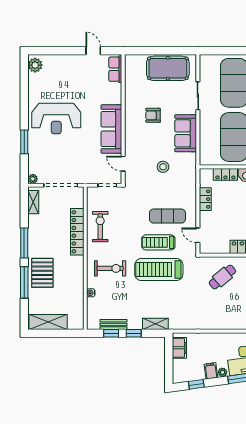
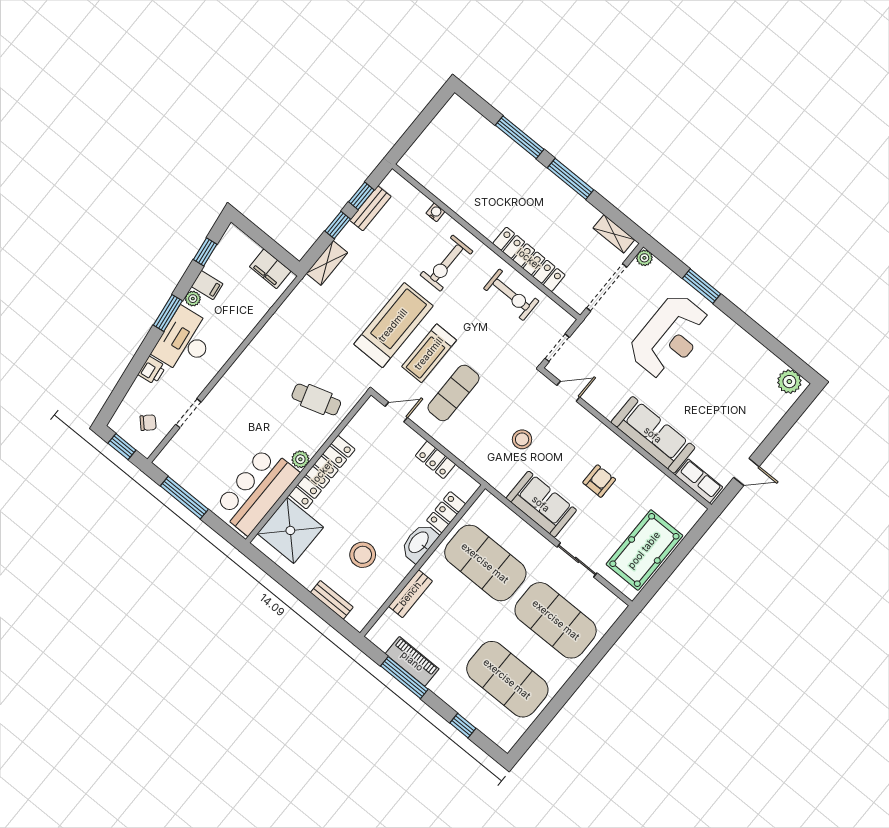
reception desk: (56, 119) -> (670, 337), moved, turned 180
sofa: (111, 129) -> (653, 435), moved
treadmill: (158, 242) -> (429, 353), turned 180
pallet: (42, 273) -> (513, 171), removed
cafe table: (222, 277) -> (316, 399), turned -67
shelving: (48, 322) -> (443, 126), removed

